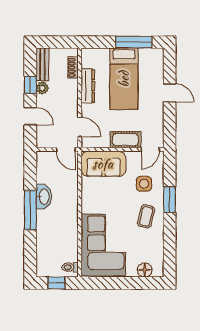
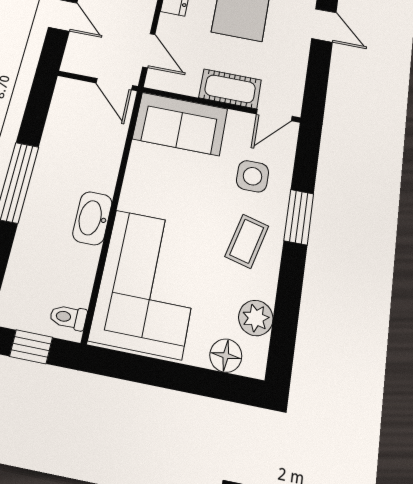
washbasin: (44, 197) -> (92, 218), moved, turned 180
plant: (156, 251) -> (256, 318), added

